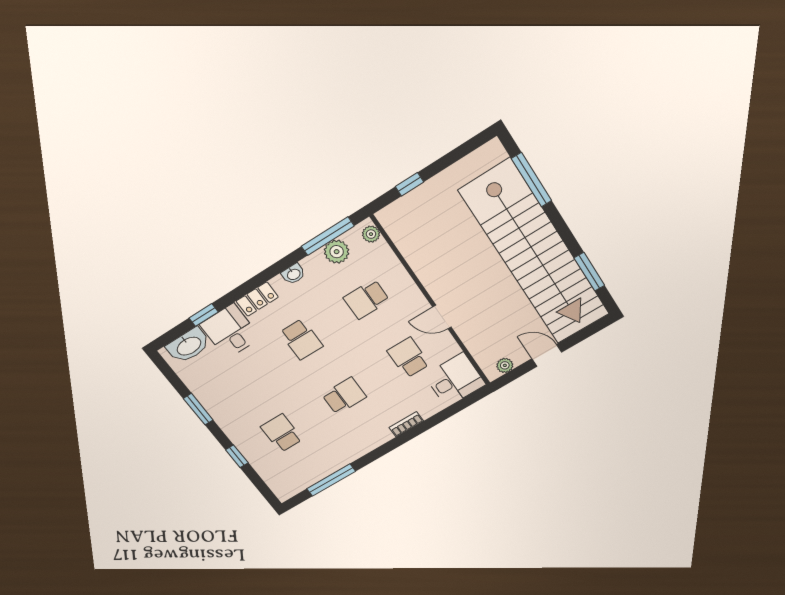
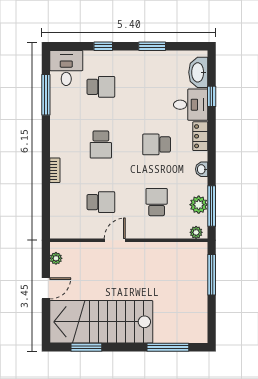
window: (409, 184) -> (212, 275), width x2.17
stairs: (535, 253) -> (101, 322), width x0.73
desk: (455, 380) -> (66, 68), moved, turned 180

